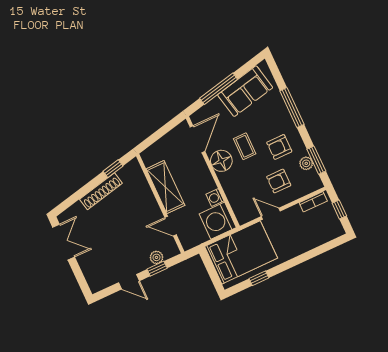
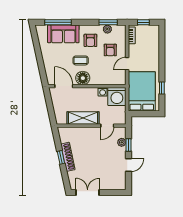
window: (219, 89) -> (40, 60), removed
sofa: (245, 91) -> (63, 34), moved, turned 102
window: (292, 108) -> (58, 22), moved
window: (113, 169) -> (61, 157), moved

